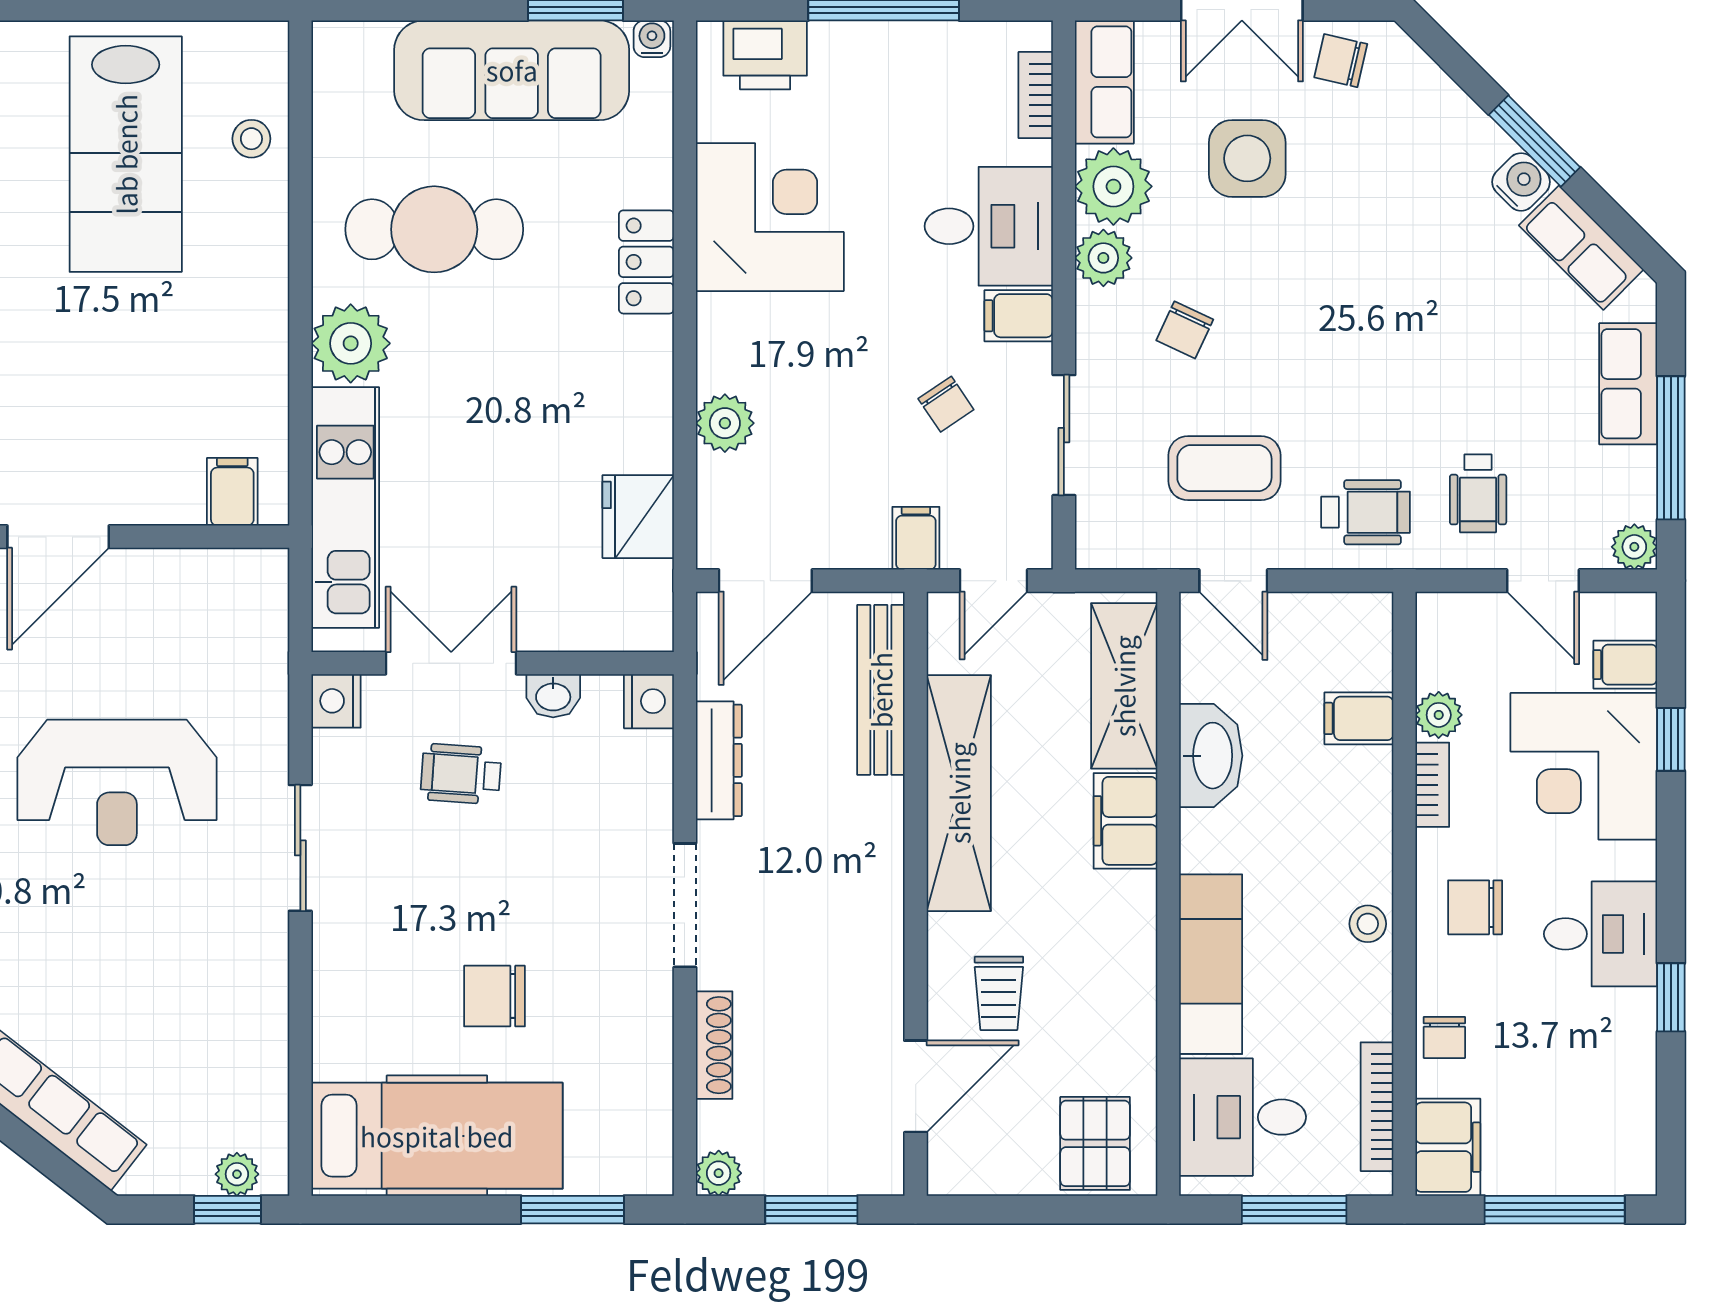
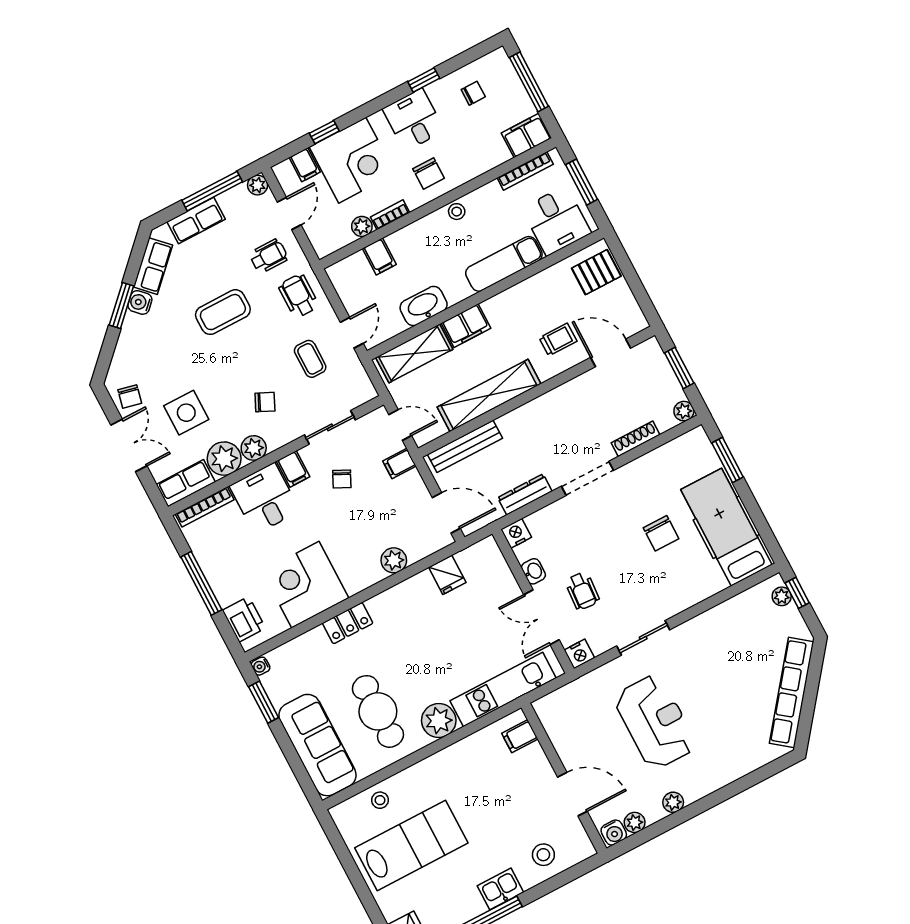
sofa: (512, 70) -> (317, 745), moved
bookcase: (1036, 95) -> (205, 507), width x1.56
coffee table: (1413, 341) -> (223, 312), added
chair: (946, 404) -> (342, 479), turned 150
coffee table: (1224, 468) -> (310, 359), width x0.73, depth x0.77
fridge: (638, 517) -> (447, 575), width x0.72
chair: (1444, 1037) -> (473, 93), moved

